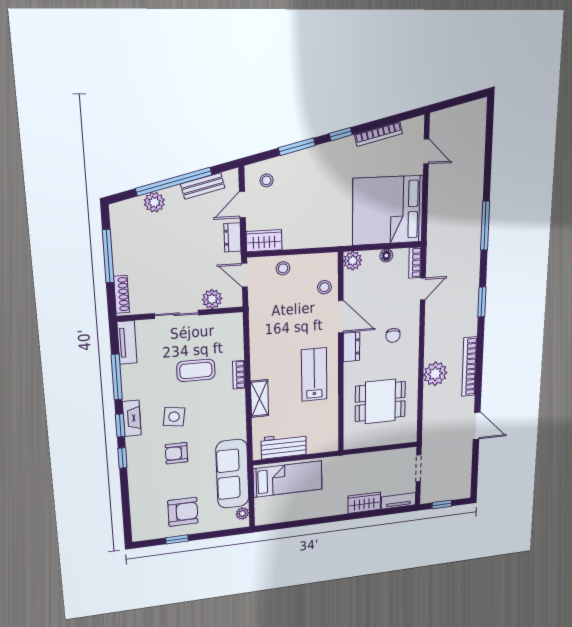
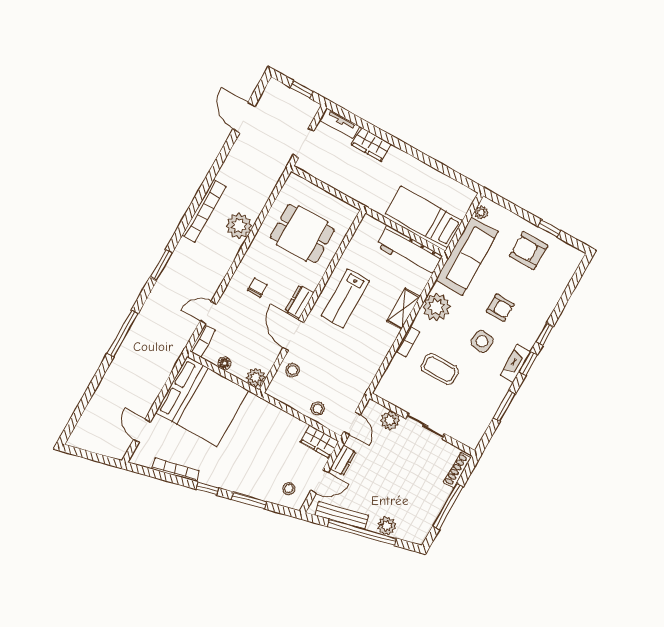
bench: (203, 186) -> (342, 515), width x1.36
tv unit: (127, 342) -> (478, 429), removed
window: (117, 377) -> (504, 406), width x0.69
plant: (232, 418) -> (437, 307), added
door: (477, 426) -> (244, 118), moved
workbench: (284, 446) -> (409, 251), width x1.38

